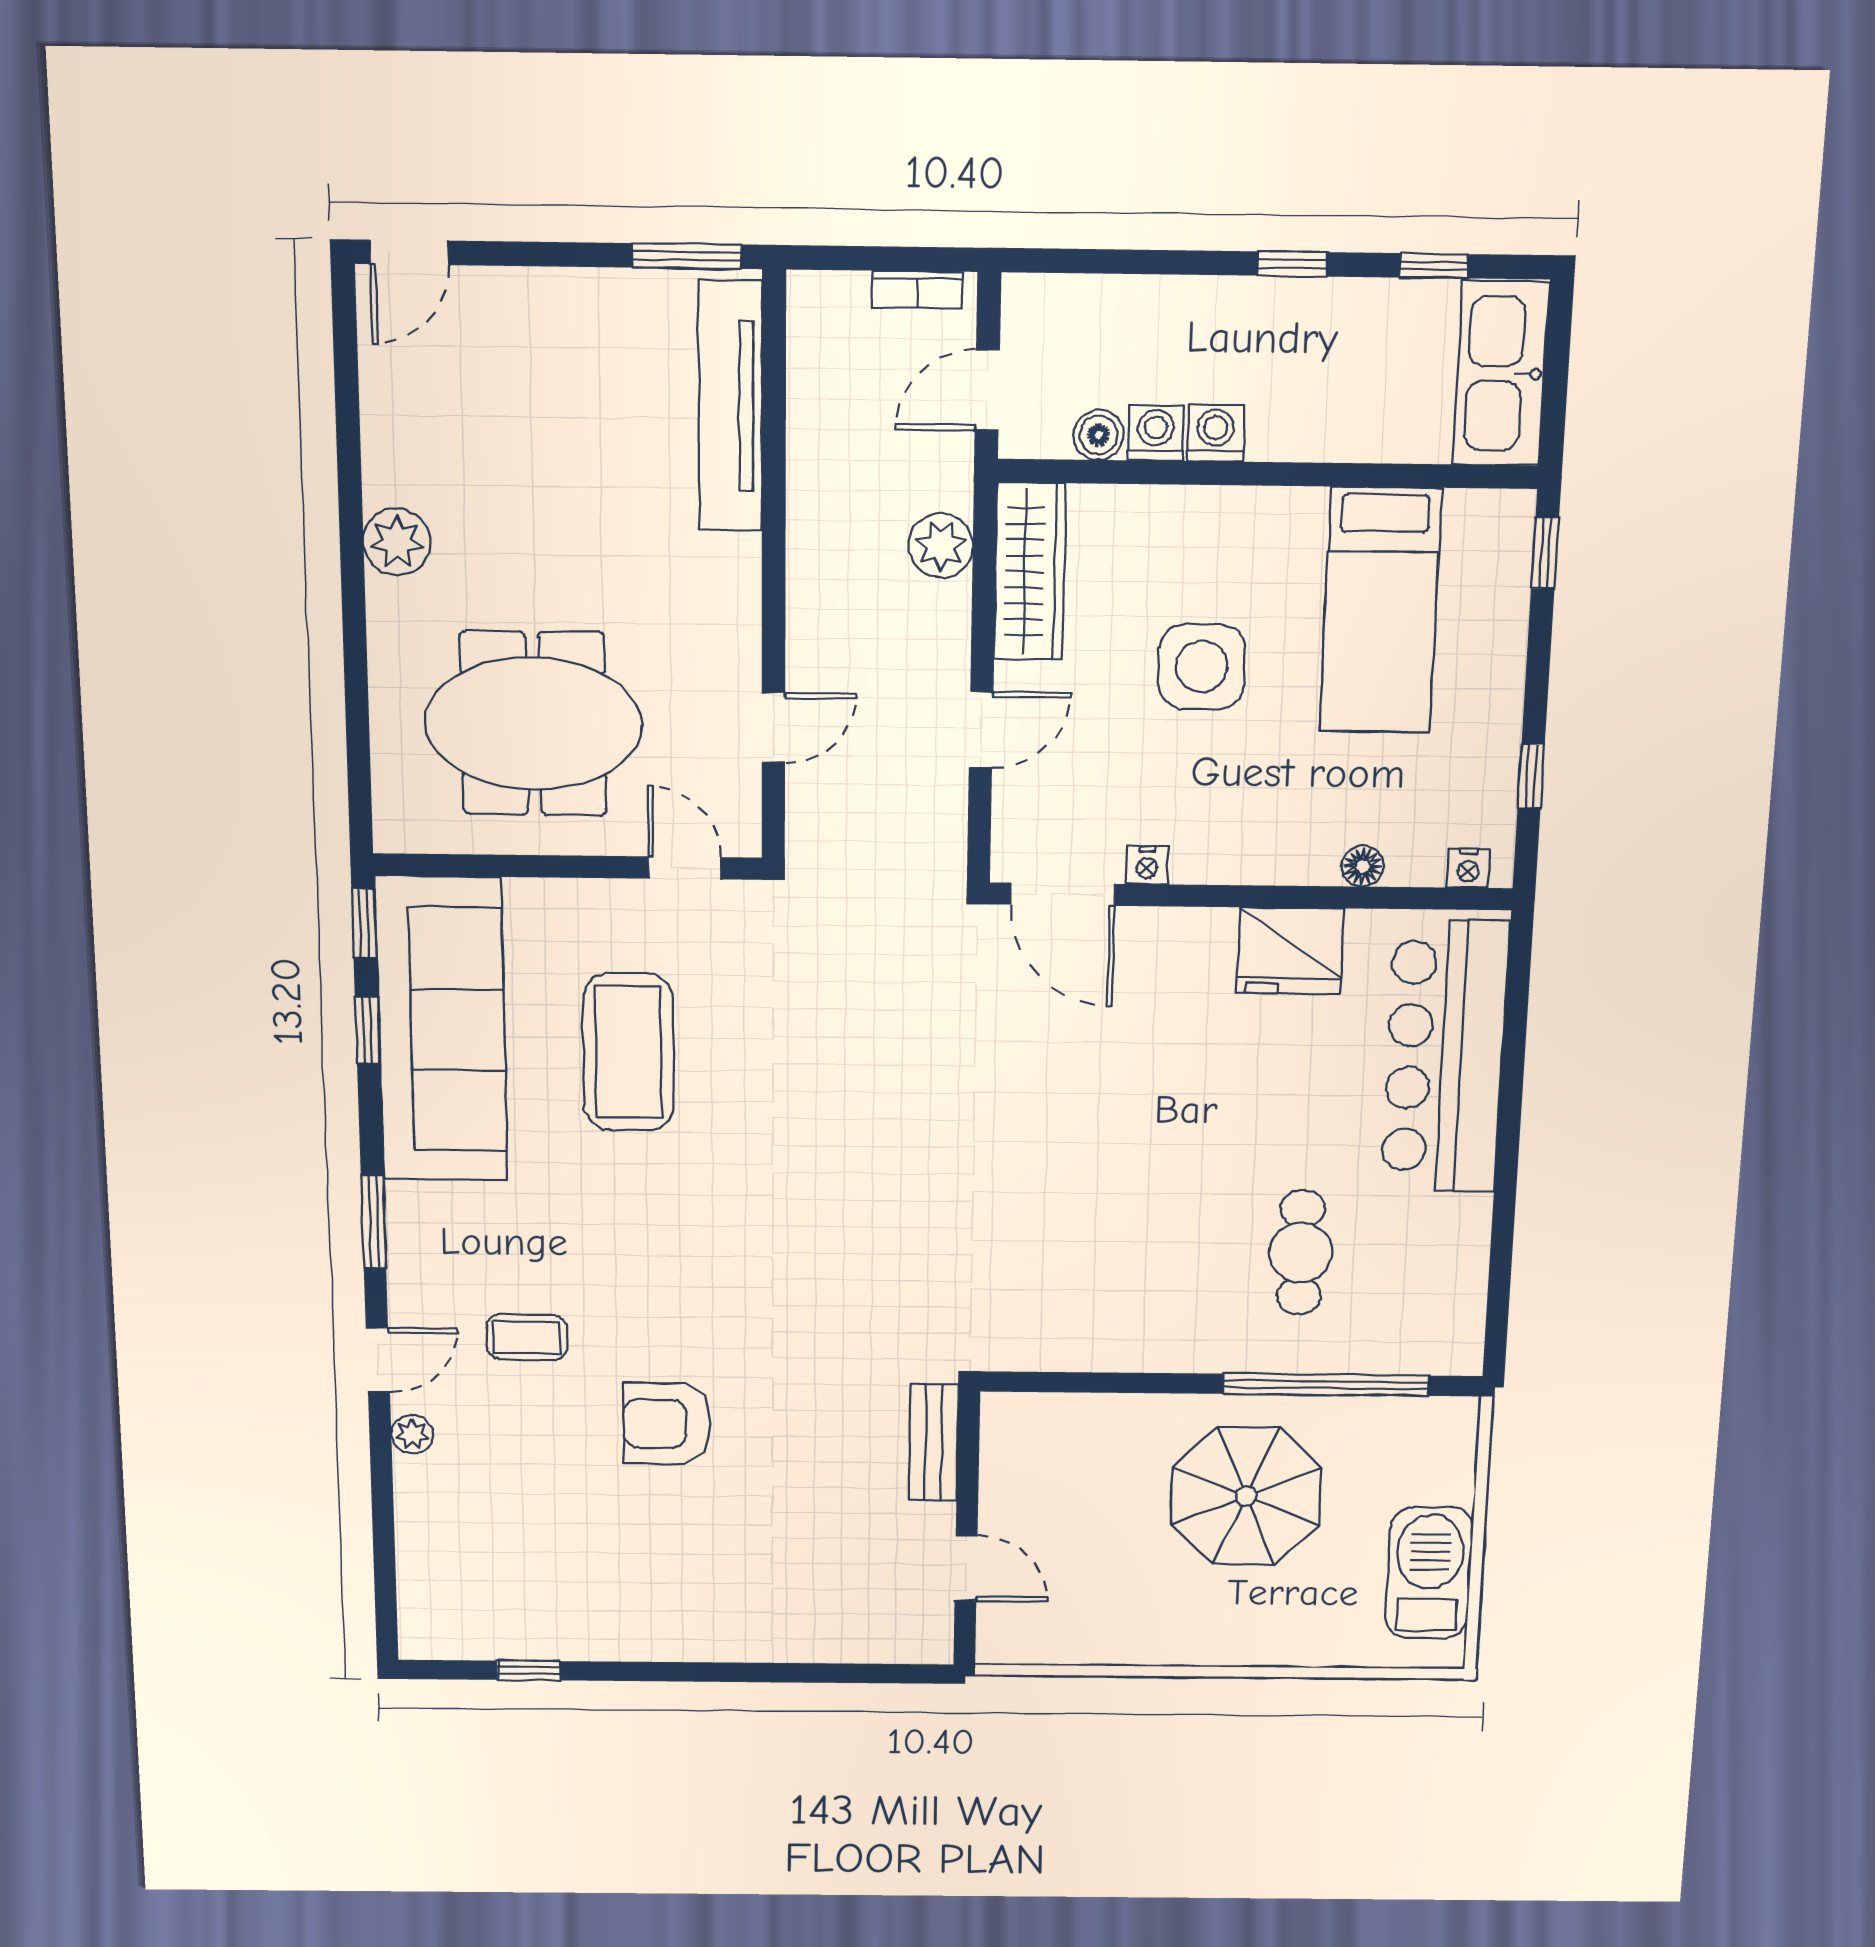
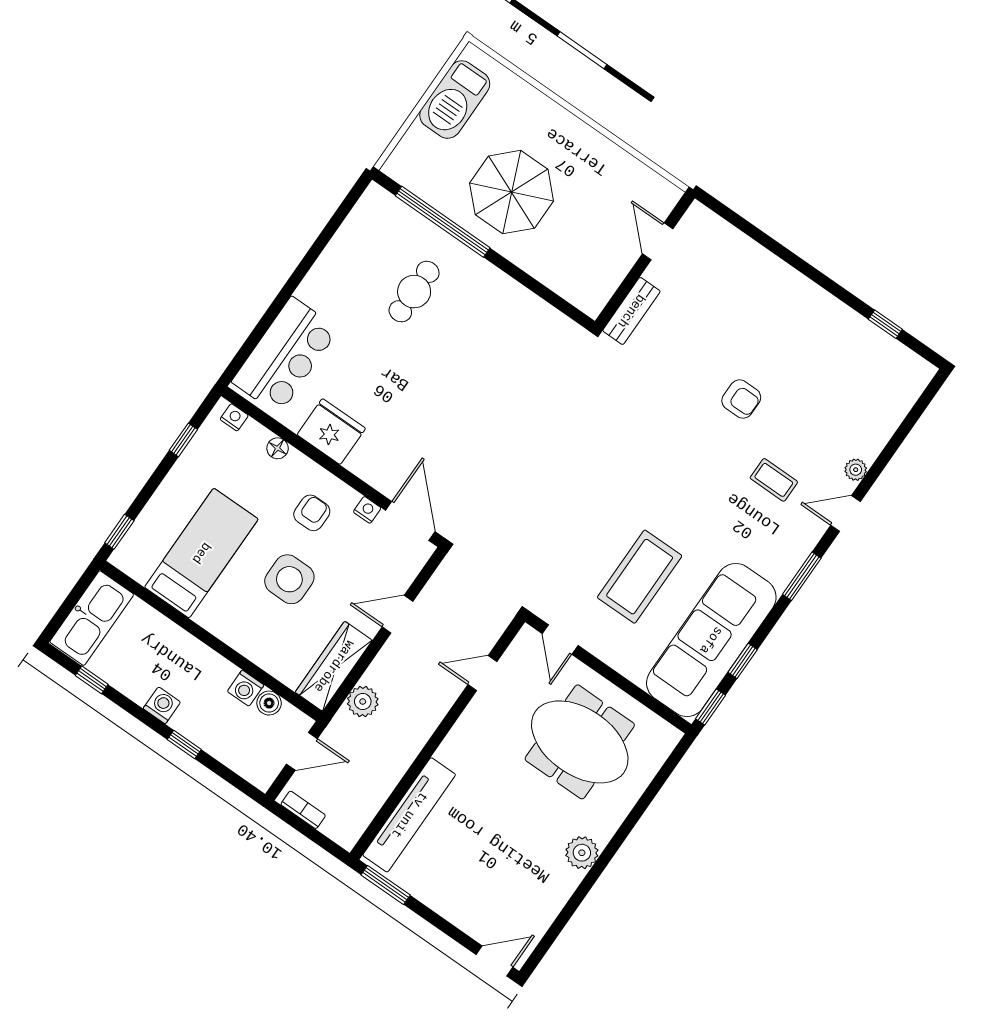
window: (1292, 264) -> (184, 745), moved
washing machine: (1216, 433) -> (162, 705), moved, turned 180
armchair: (1236, 800) -> (312, 513), added
bar counter: (1445, 1057) -> (285, 356), width x0.73
armchair: (667, 1424) -> (741, 399), width x0.72, depth x0.72

